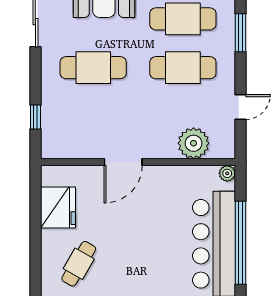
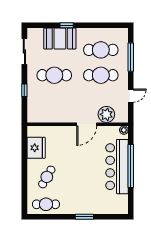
window: (241, 33) -> (131, 57), width x1.44
window: (35, 117) -> (24, 90), moved
door: (123, 162) -> (87, 124), moved

